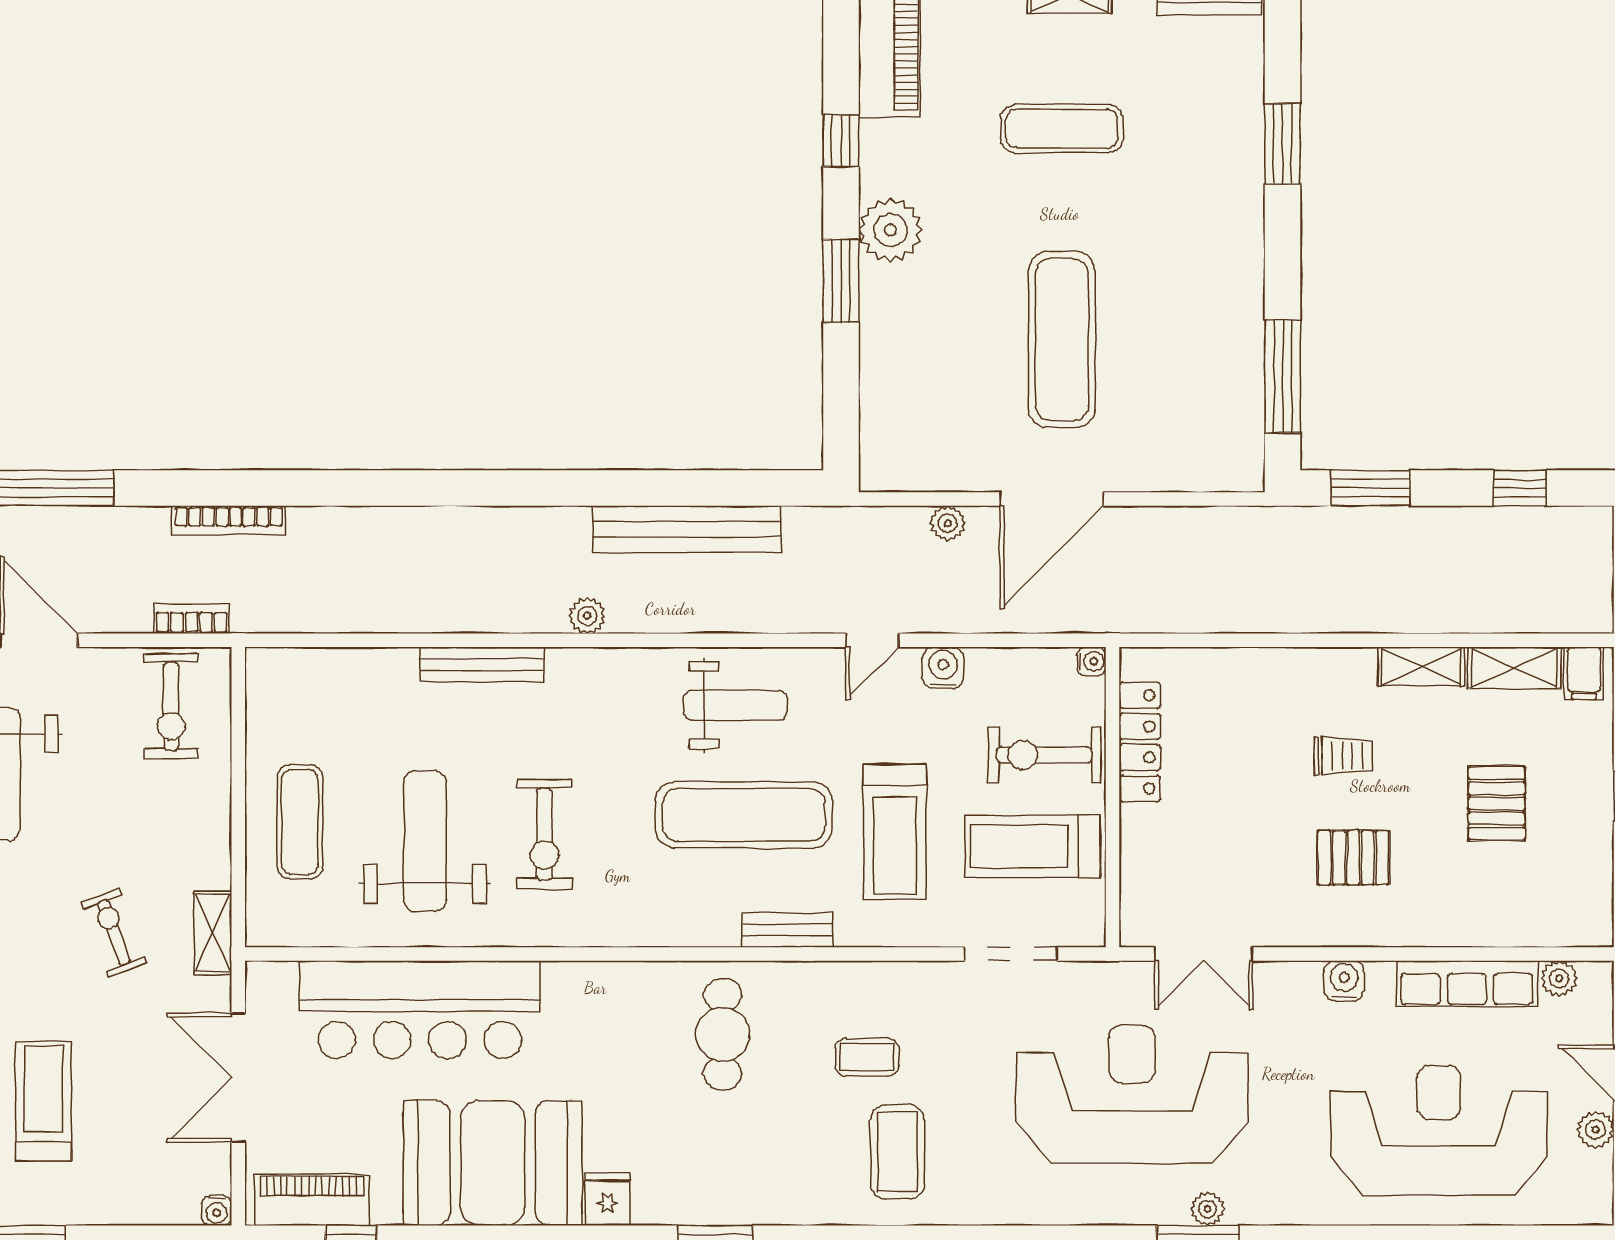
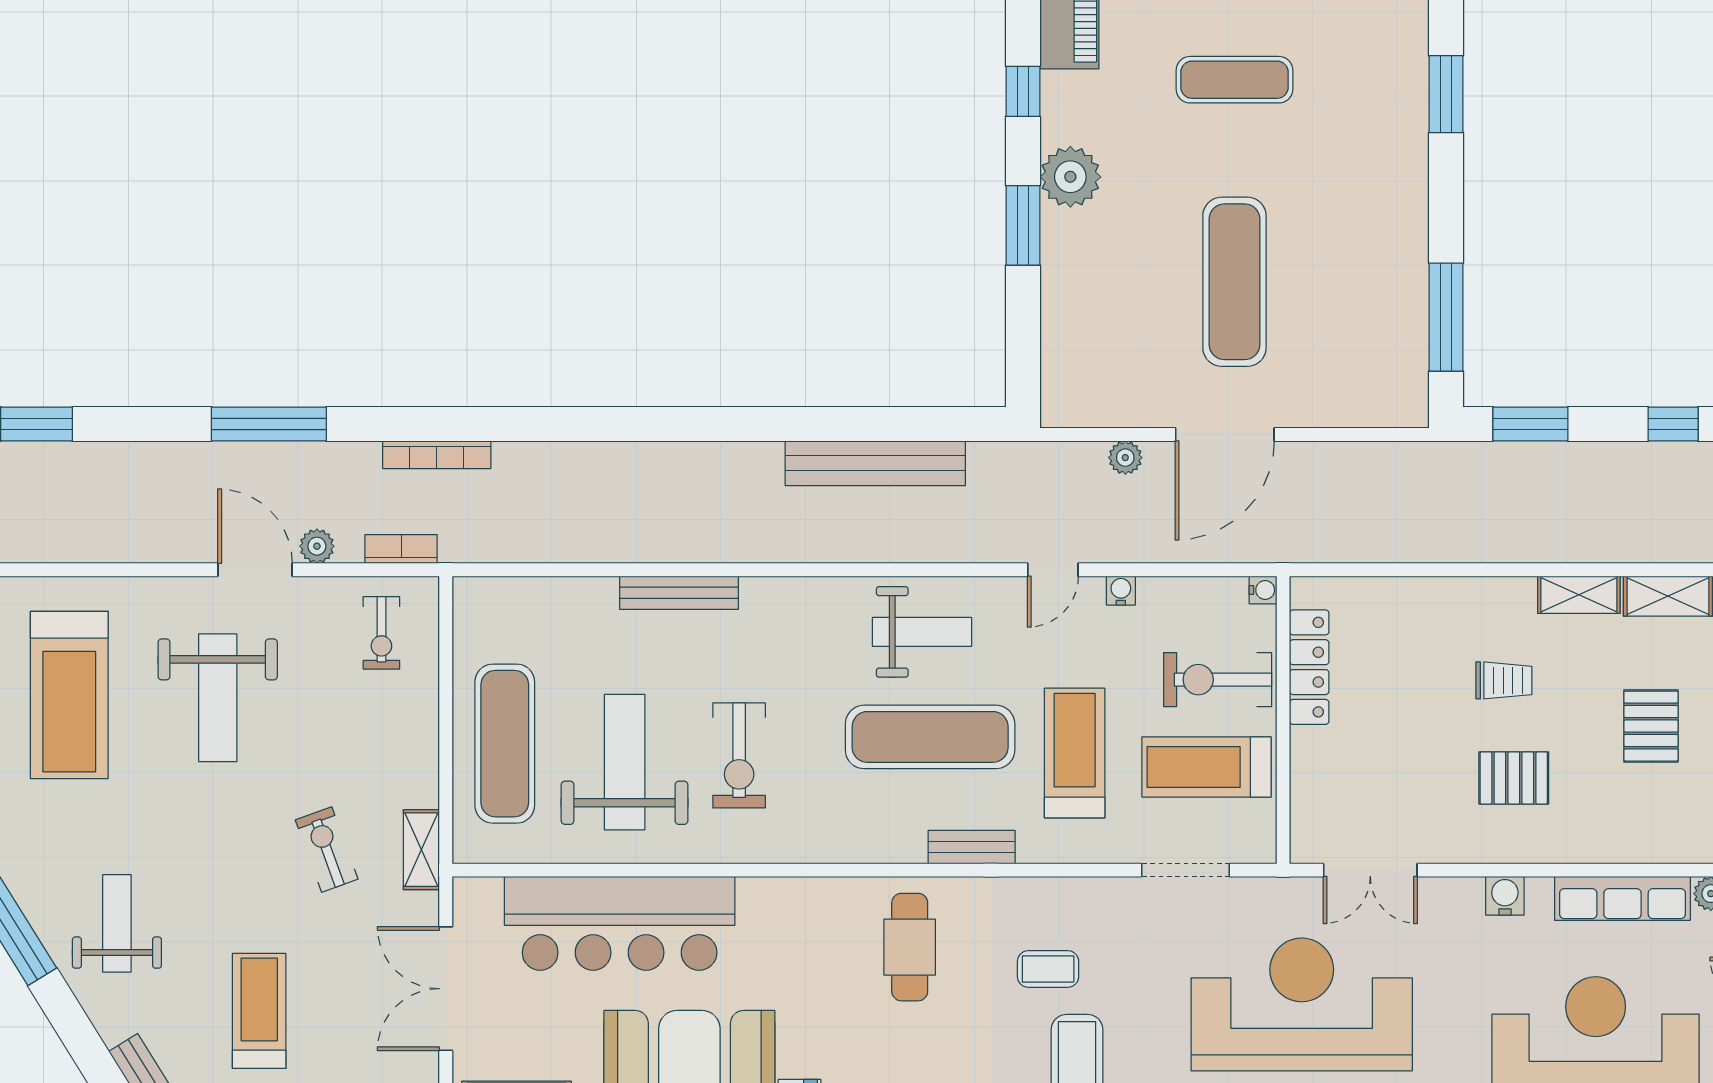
plant: (587, 616) -> (317, 546), moved
water cooler: (943, 668) -> (1121, 591), width x0.72, depth x0.72
exercise bike: (171, 706) -> (381, 633), width x0.73, depth x0.72
exercise mat: (300, 822) -> (505, 744), width x1.36, depth x1.45
treadmill: (895, 832) -> (1075, 753), turned 180

